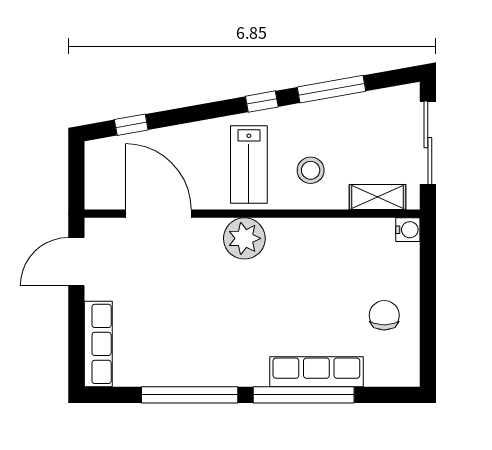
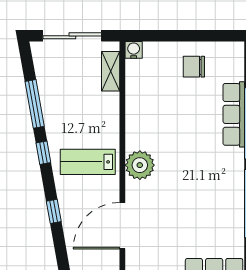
window: (131, 125) -> (54, 211), moved
lab bench: (249, 165) -> (88, 162), turned 180
stool: (311, 170) -> (92, 118), removed

